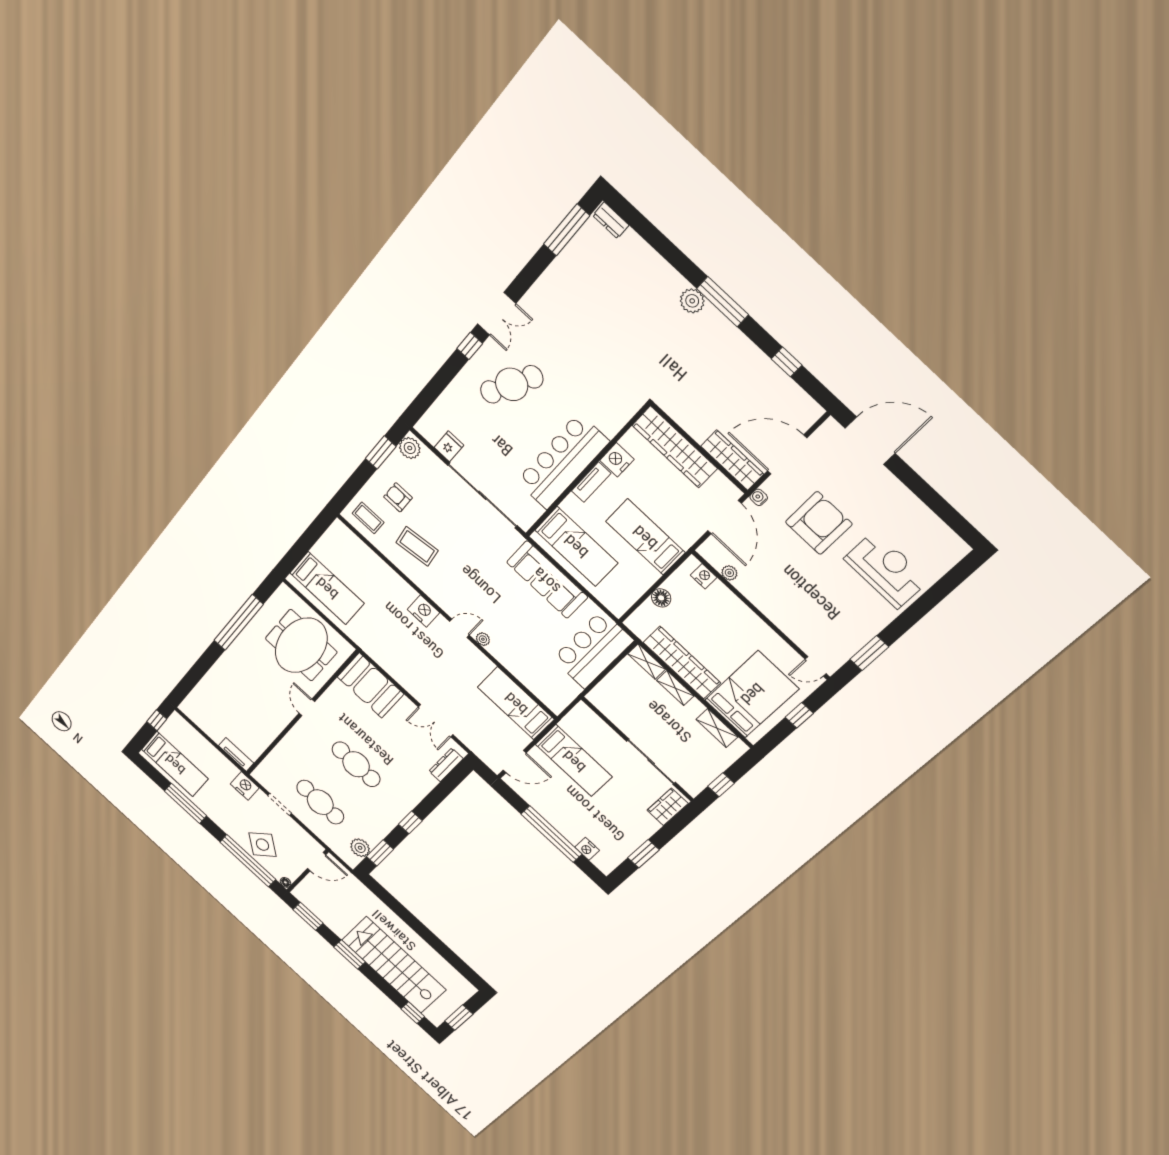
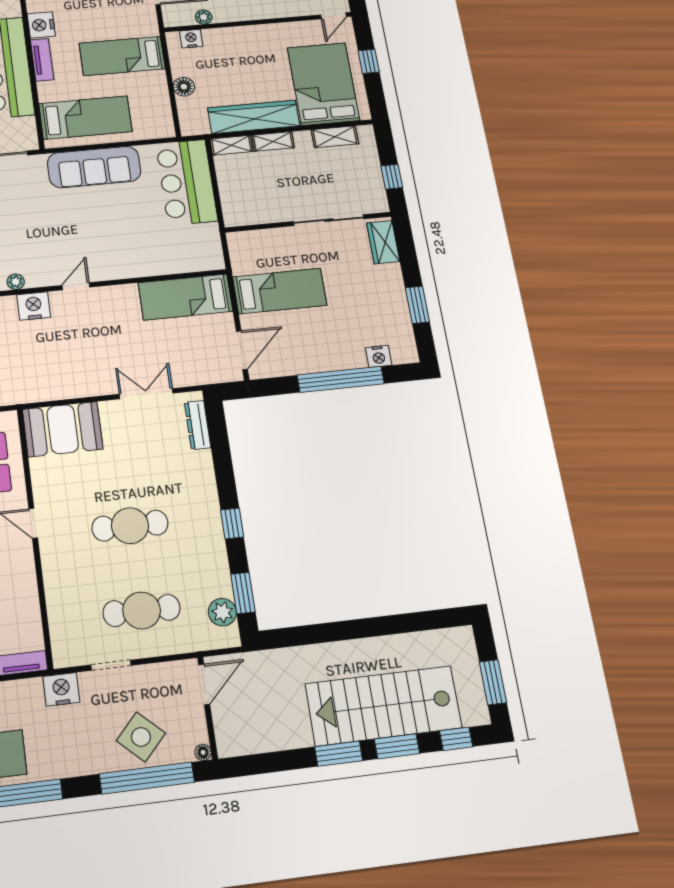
plant: (483, 639) -> (16, 282), moved
double door: (436, 721) -> (146, 394), swing flipped
window: (308, 916) -> (397, 746), moved

